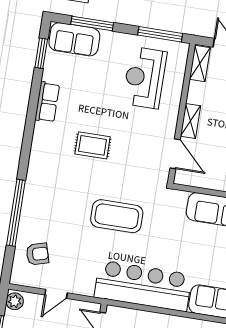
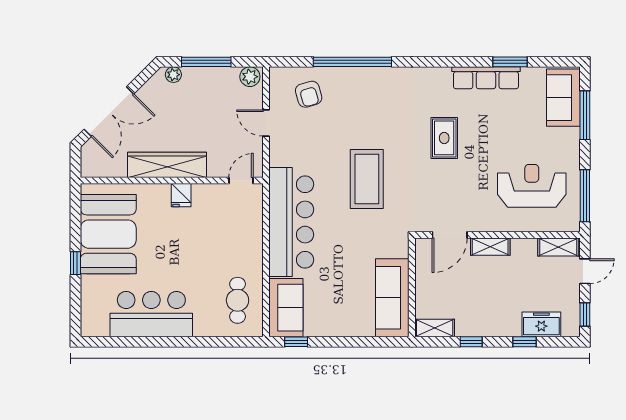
window: (41, 53) -> (510, 62), moved
row of seats: (47, 102) -> (486, 78), width x1.48

